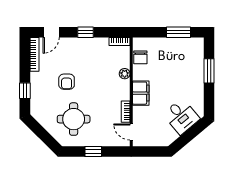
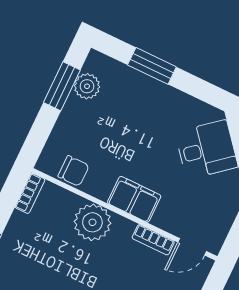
plant: (184, 44) -> (87, 86), added
plant: (125, 74) -> (92, 222), width x1.87, depth x1.87

